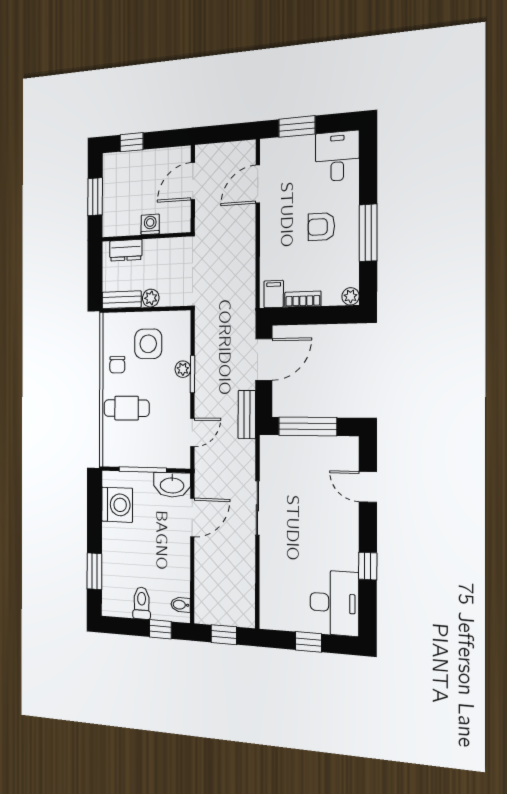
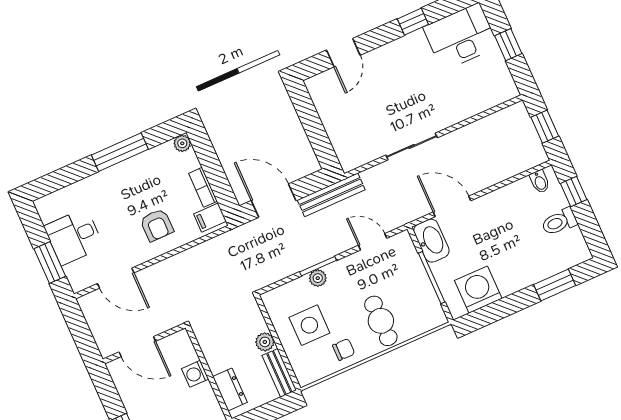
desk: (337, 156) -> (74, 237), moved
armchair: (321, 227) -> (157, 225), moved
bench: (247, 415) -> (331, 195), width x1.36
window: (308, 426) -> (316, 132), removed

